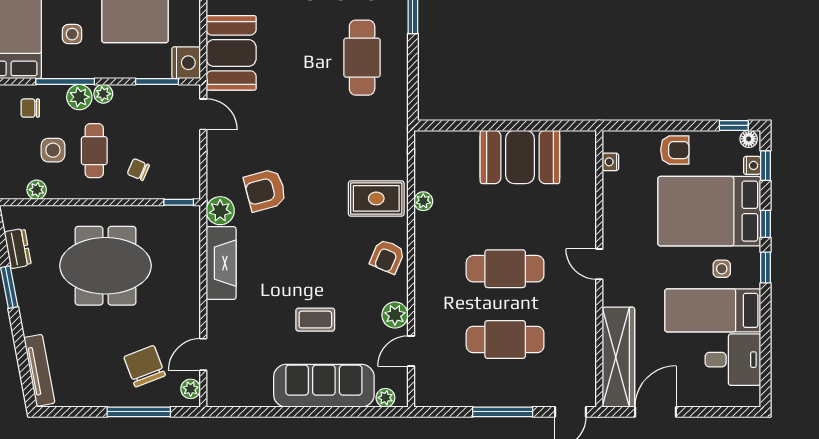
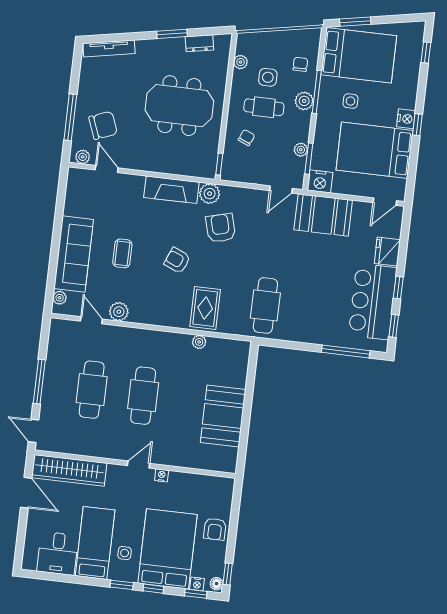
cafe table: (362, 58) -> (265, 305), moved, turned 90
plant: (103, 94) -> (301, 150), moved
nightstand: (610, 162) -> (162, 475), moved
armchair: (387, 257) -> (177, 260), moved
meeting table: (106, 266) -> (179, 106), turned 90

